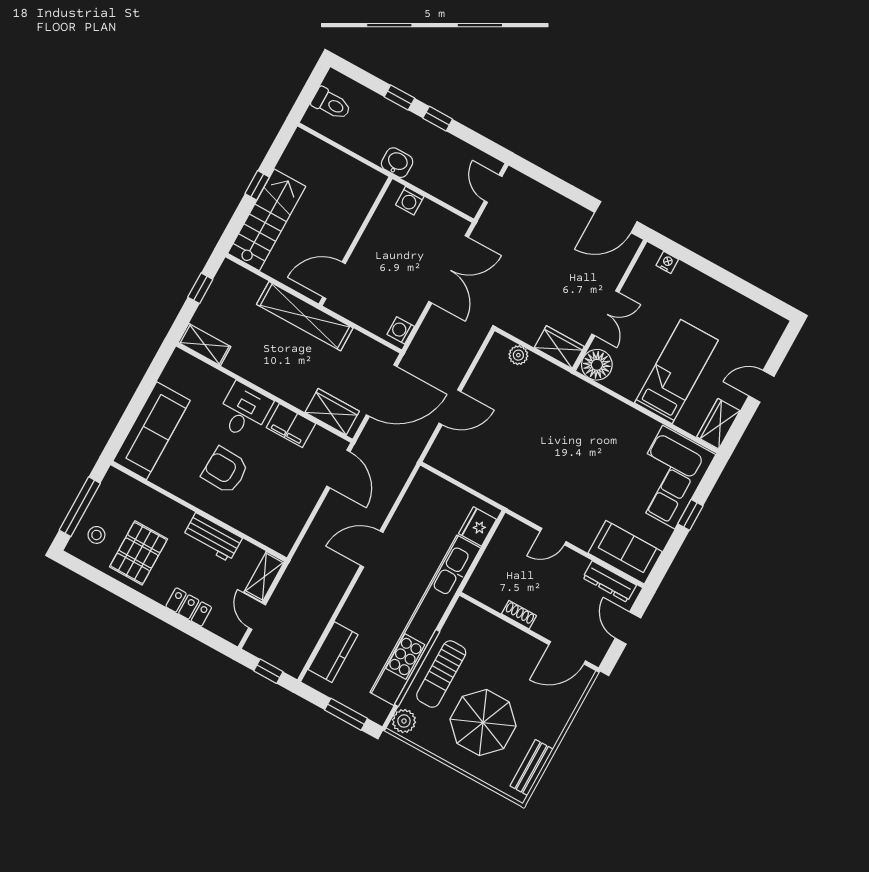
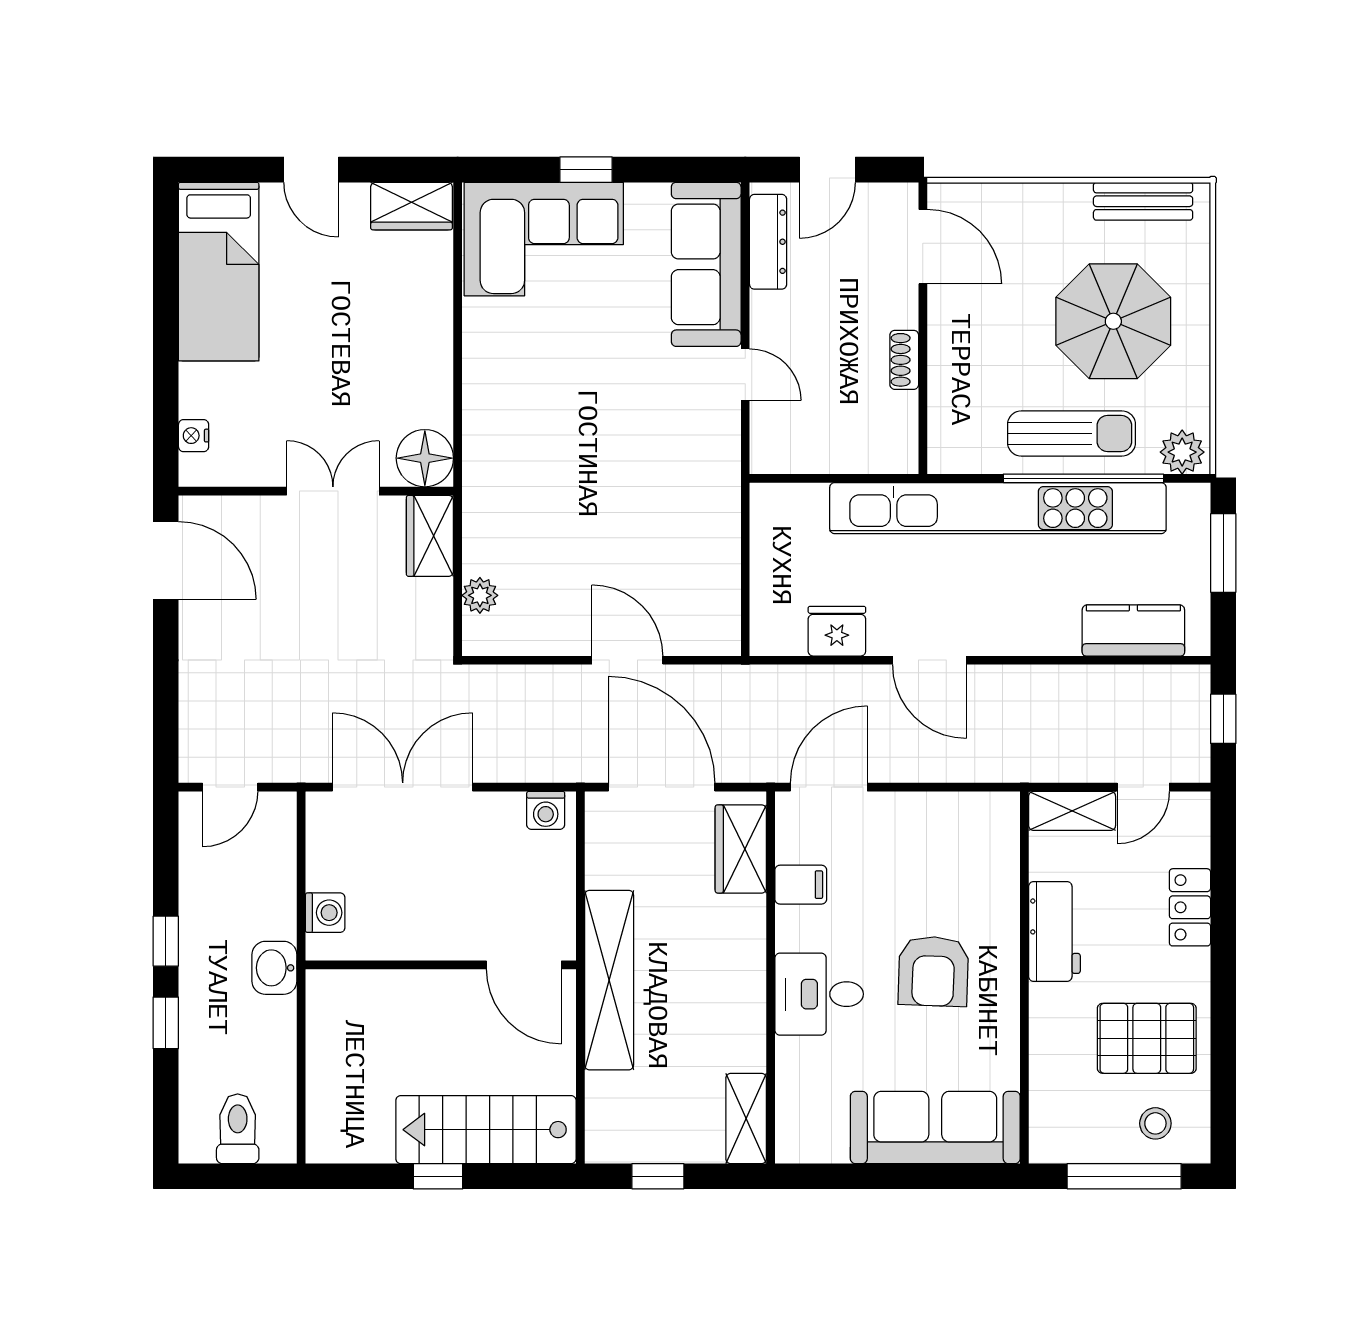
bed: (676, 372) -> (219, 272), moved, turned -90
filing cabinet: (291, 426) -> (801, 885), width x0.50
fridge: (477, 527) -> (837, 631), moved, turned 180
sofa: (625, 552) -> (706, 264), width x1.36

